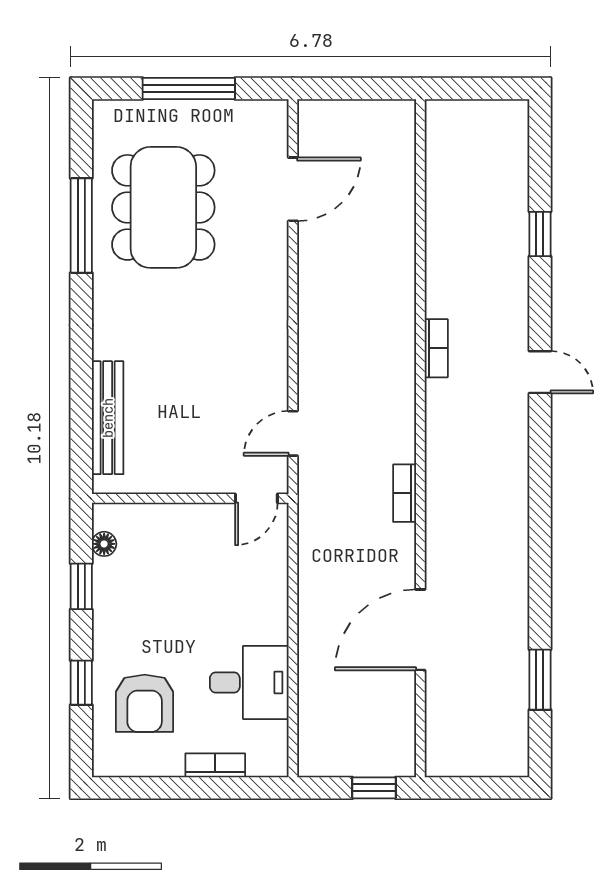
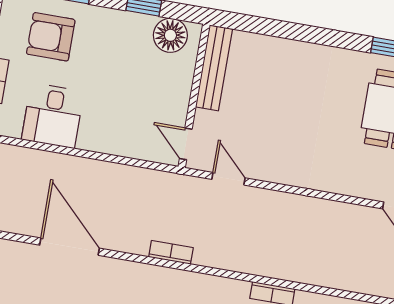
bench: (108, 418) -> (214, 68), moved, turned 90
floor lamp: (104, 544) -> (170, 35), width x1.89, depth x1.89

